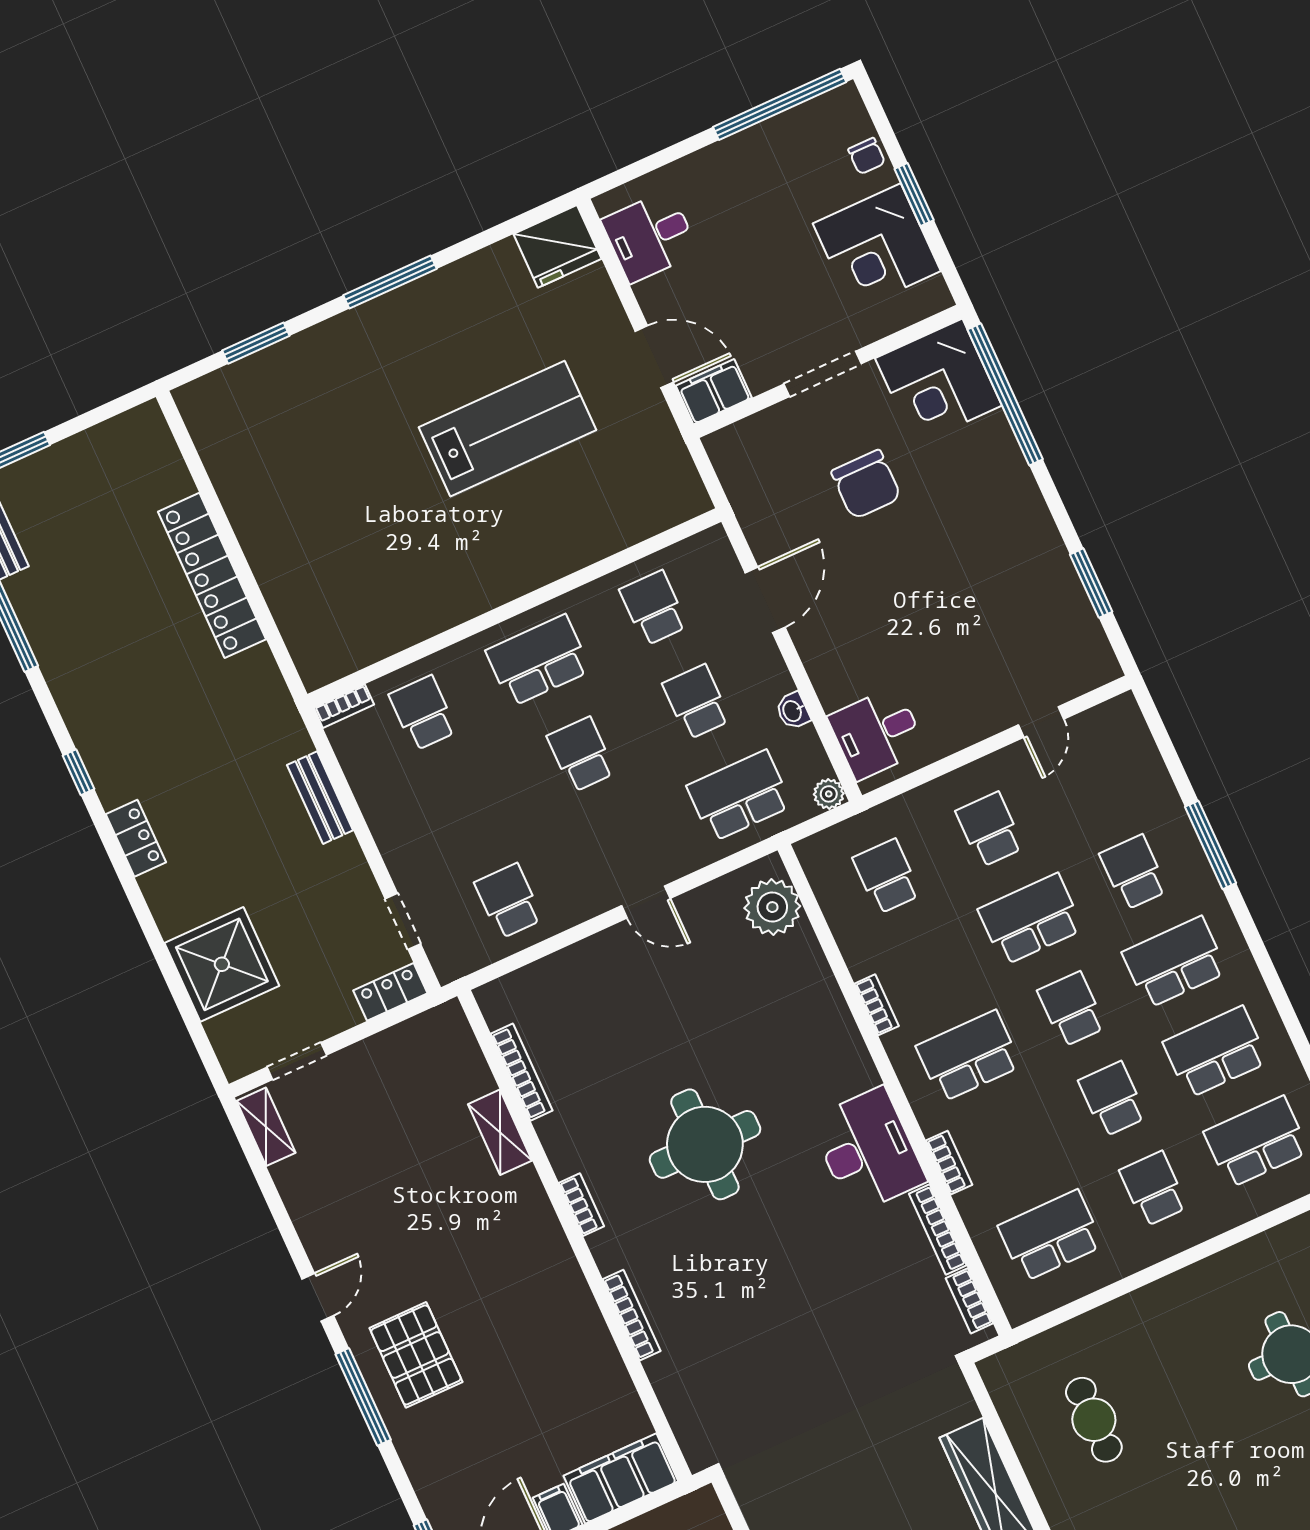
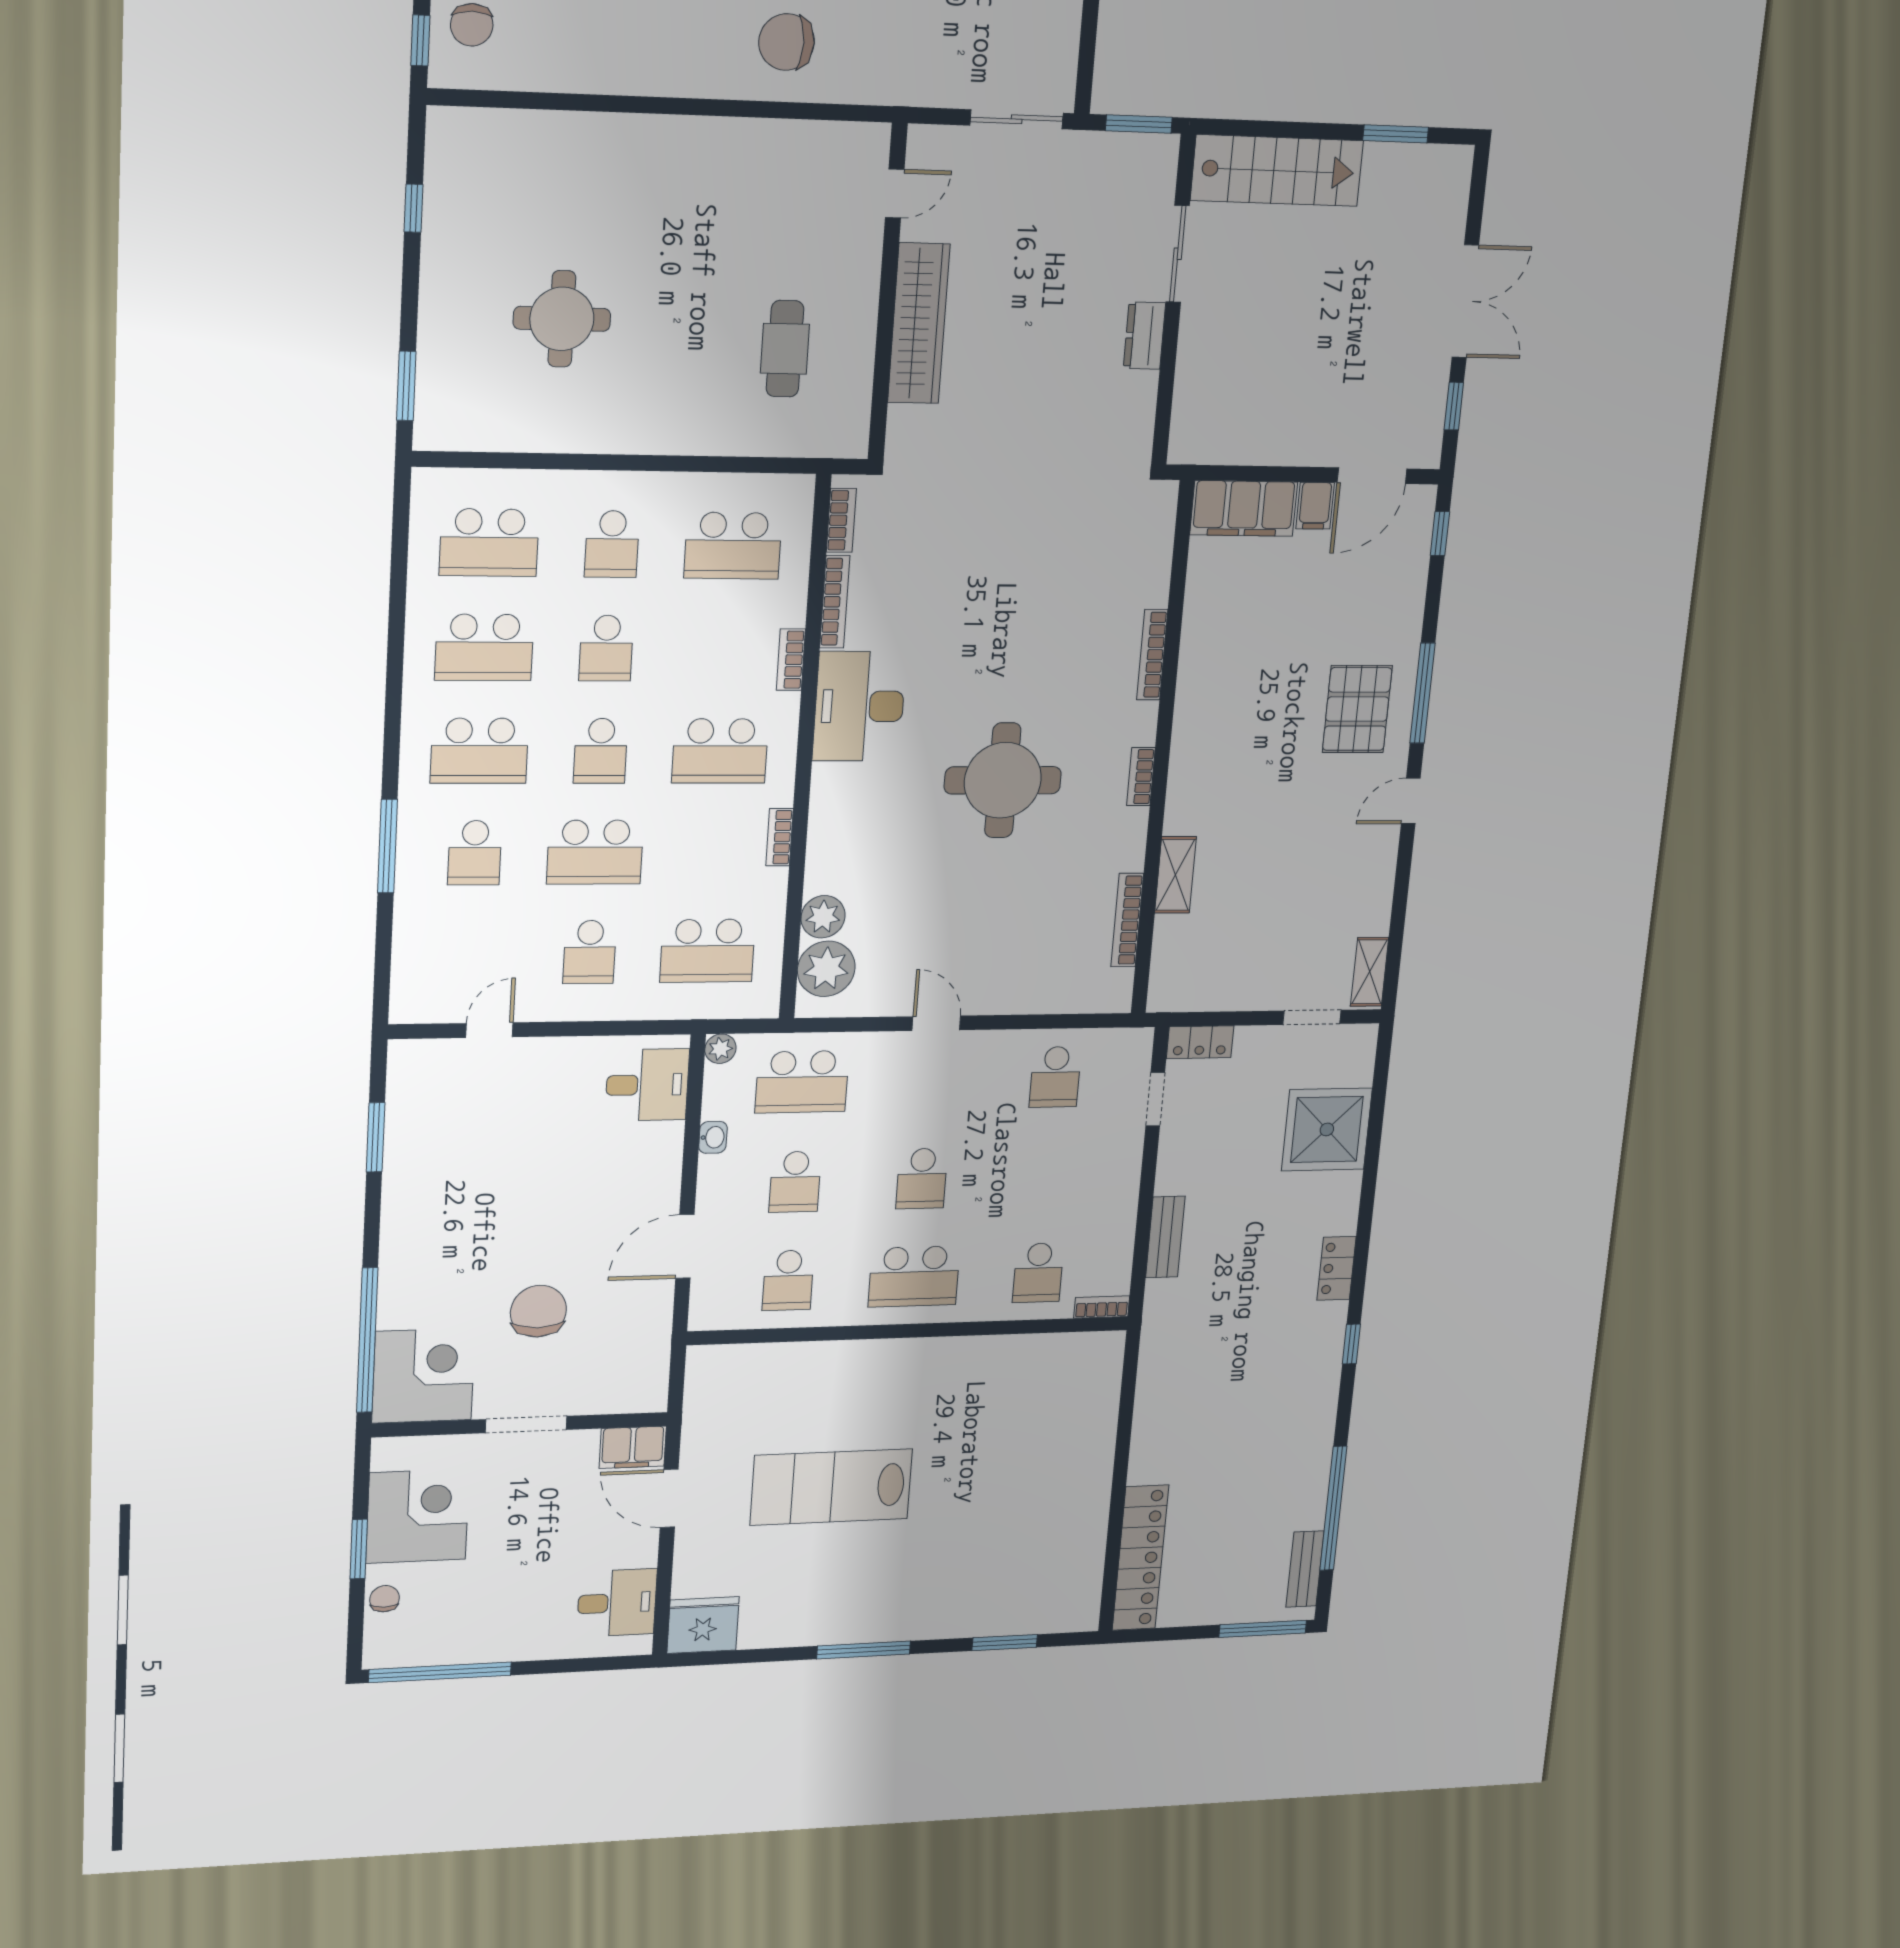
locker: (212, 575) -> (1140, 1558), moved
school desk: (887, 876) -> (708, 951), width x1.85
plant: (800, 952) -> (823, 917), added

